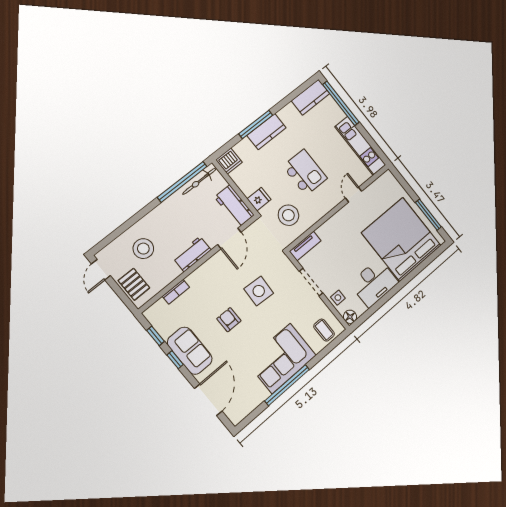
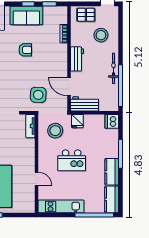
kitchen counter: (267, 132) -> (112, 172), moved
bicycle: (200, 181) -> (113, 68), moved
side table: (259, 291) -> (38, 95), moved

